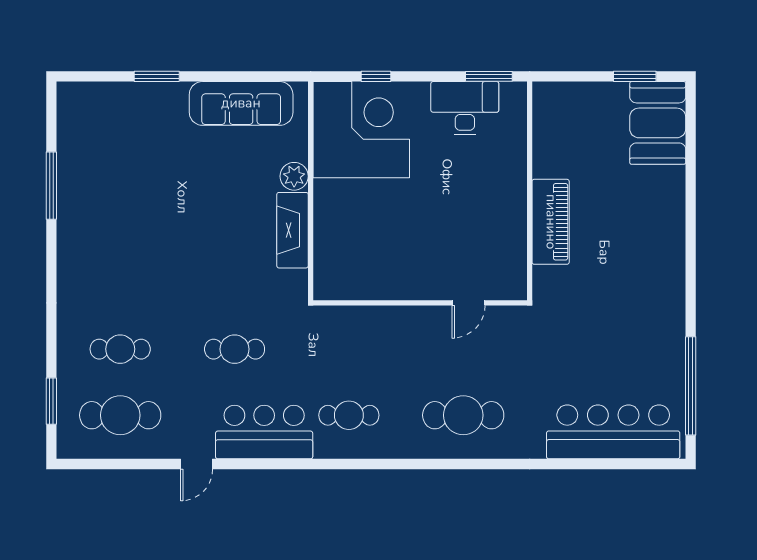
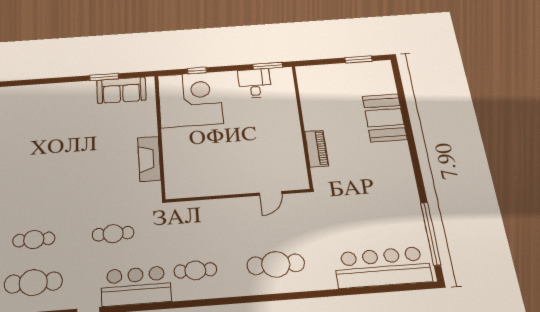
window: (157, 76) -> (104, 77), moved
sofa: (241, 103) -> (121, 90), width x0.73
desk: (465, 108) -> (255, 83), width x0.73
booth: (658, 123) -> (385, 118), moved
plant: (294, 176) -> (149, 128), removed
piano: (551, 222) -> (317, 149), width x0.73, depth x0.75

